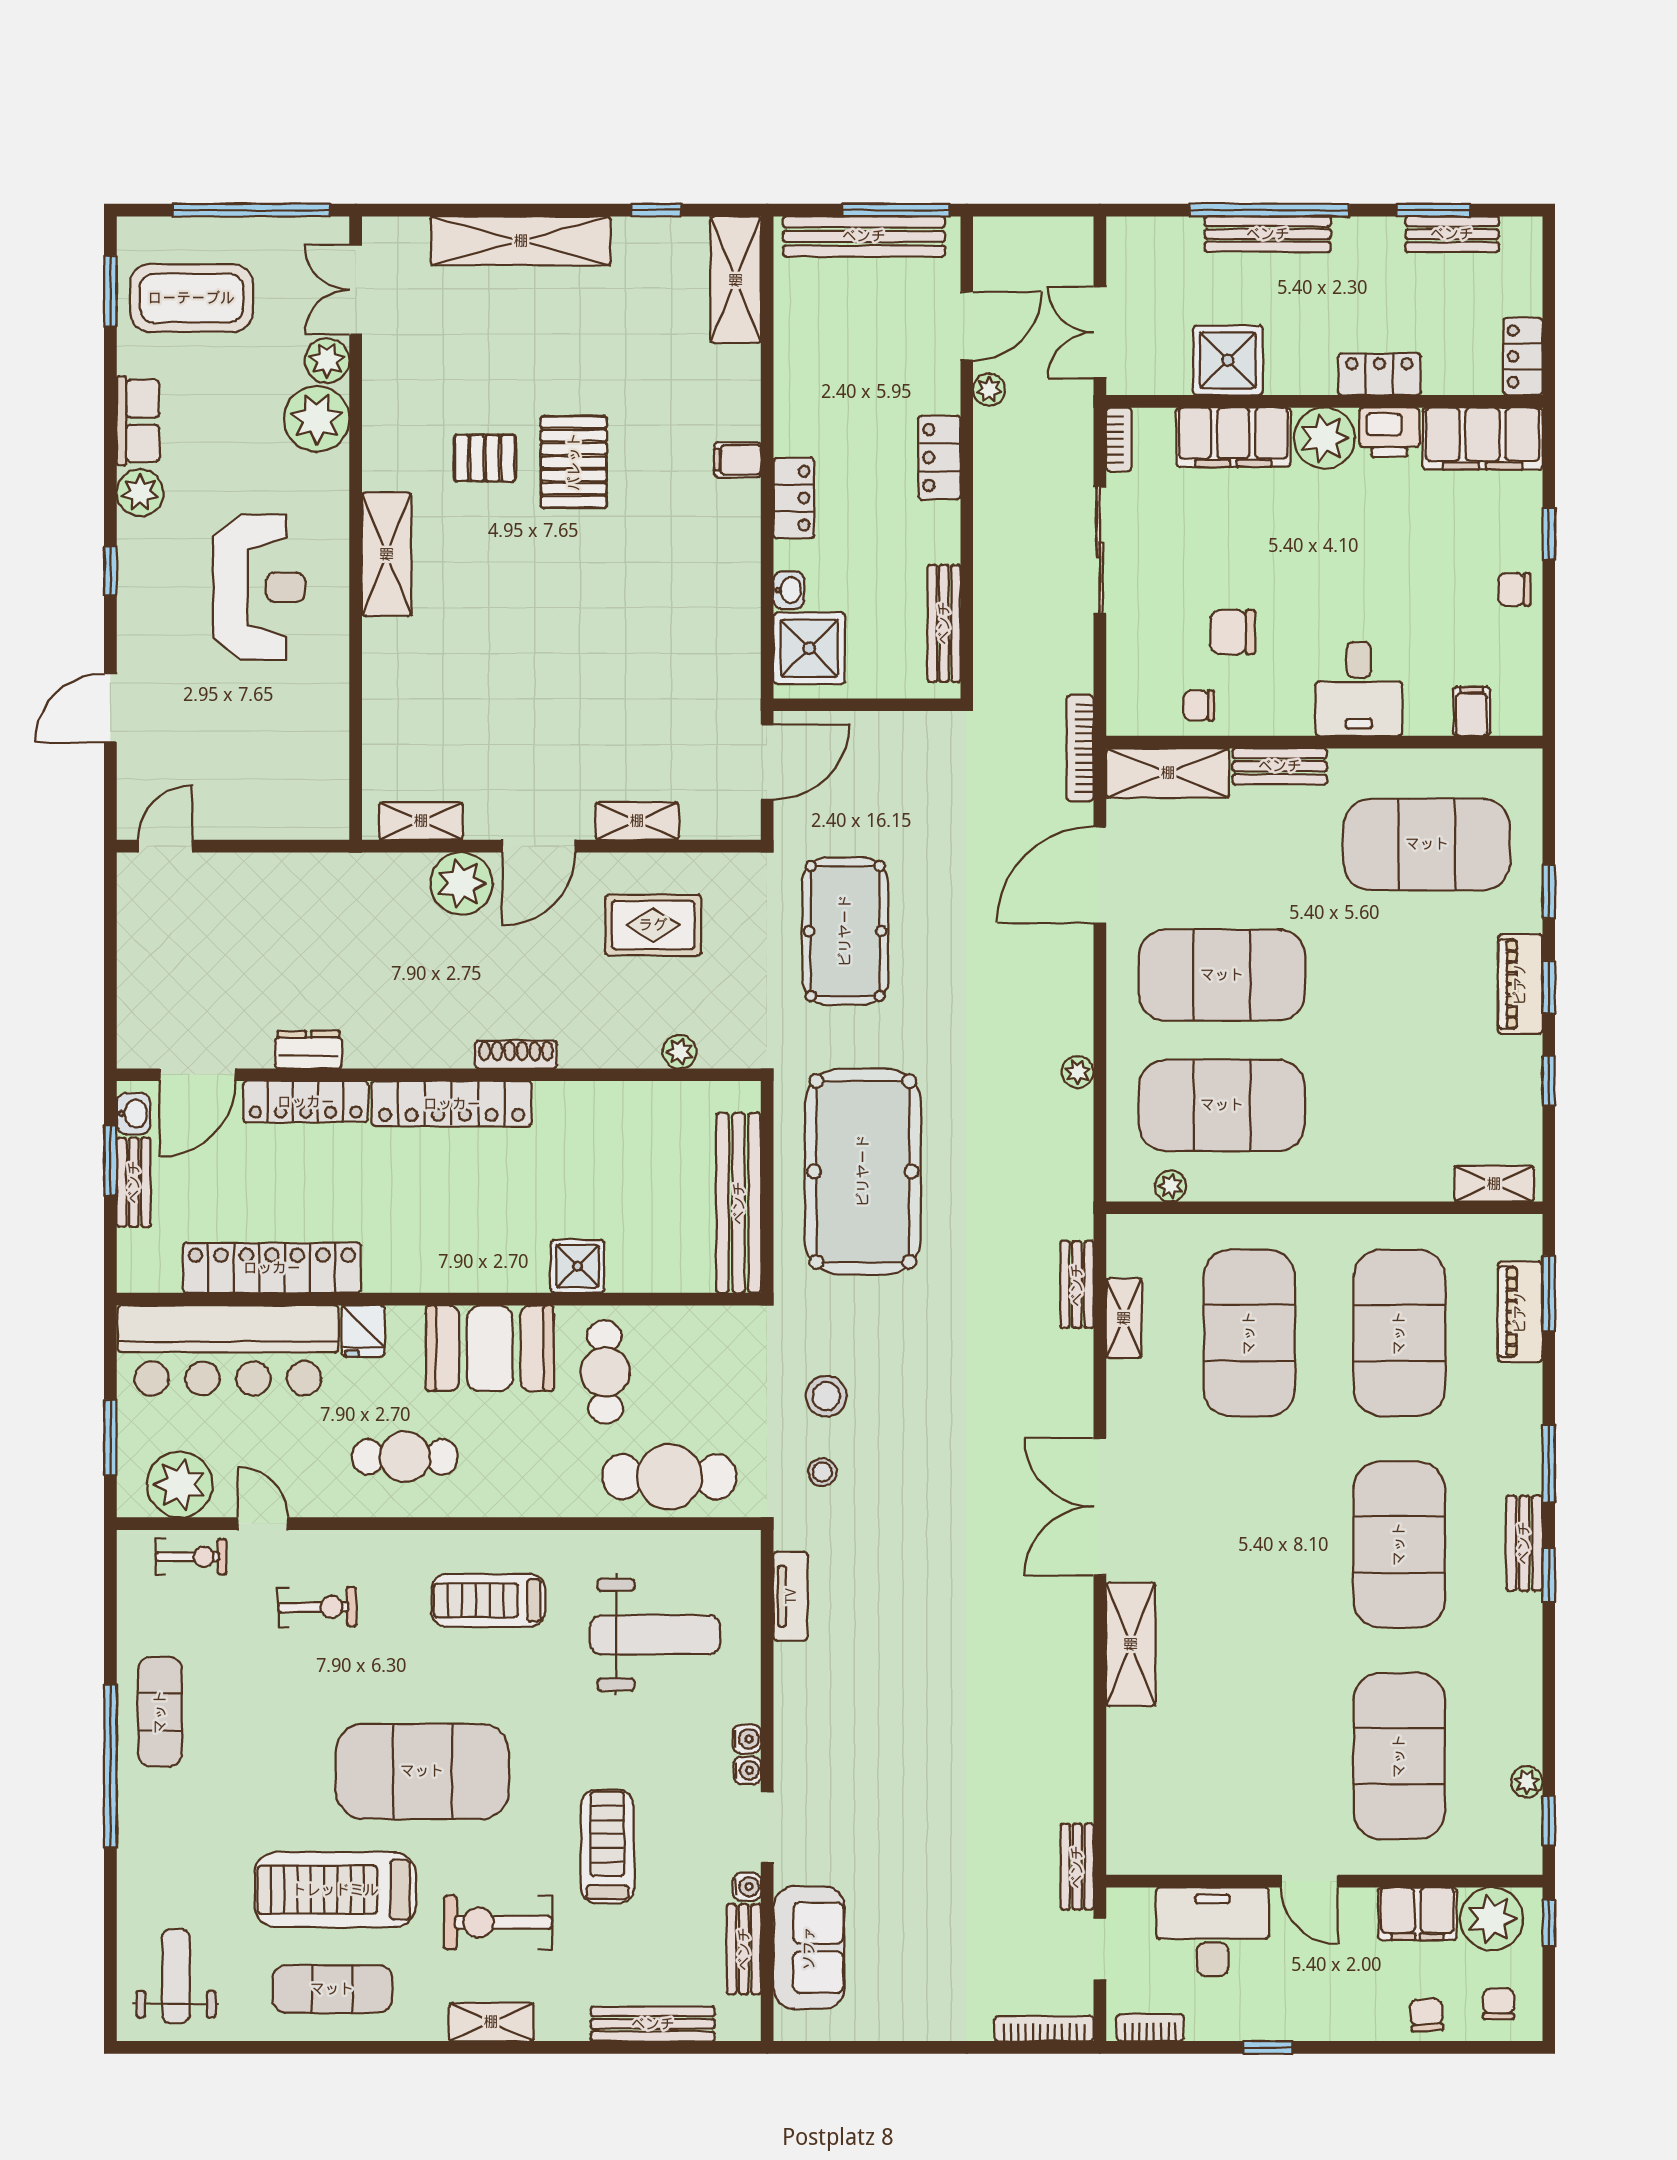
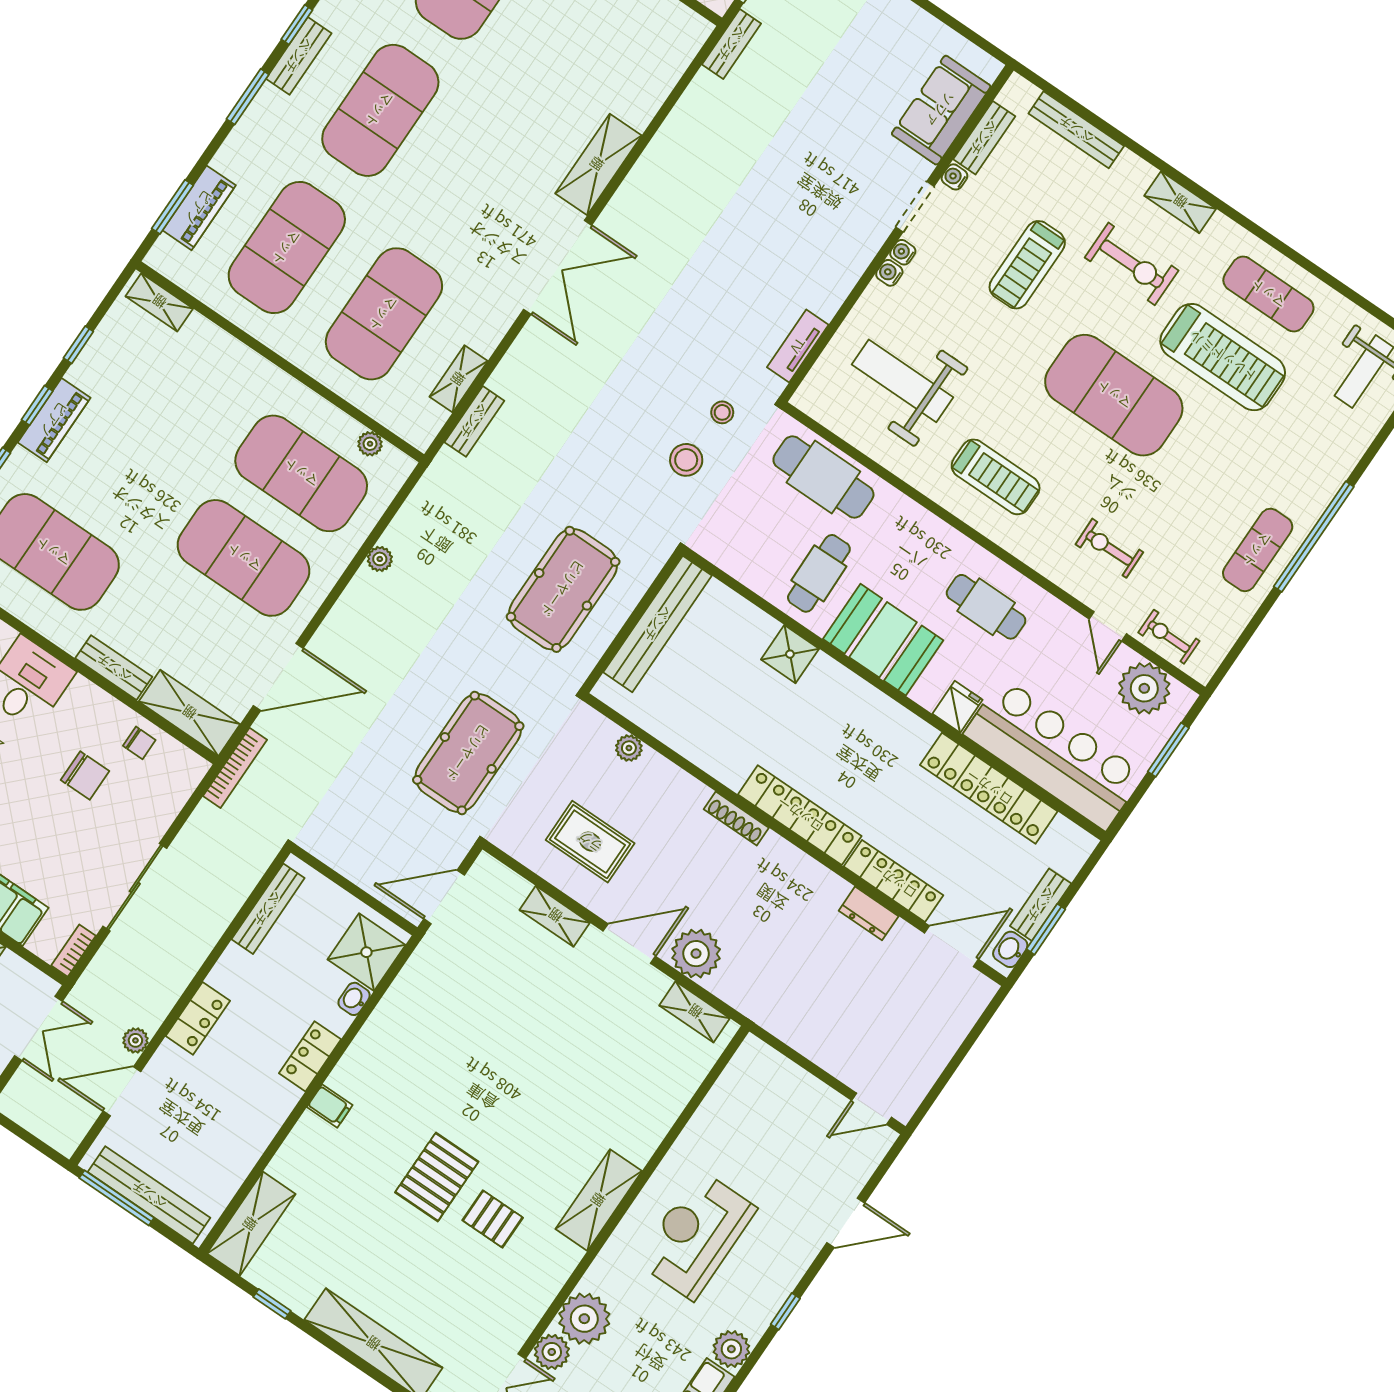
pool table: (863, 1171) -> (563, 589), width x0.73, depth x0.76

